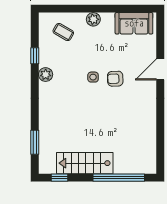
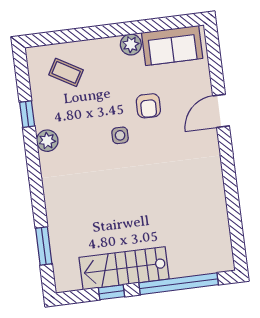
plant: (93, 19) -> (131, 44), moved
armchair: (115, 79) -> (148, 106), moved, turned -87
window: (60, 178) -> (112, 292), moved

